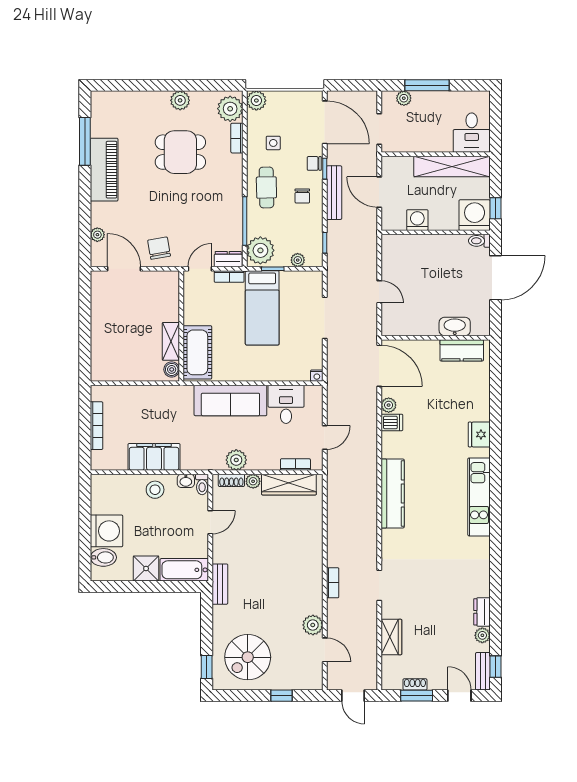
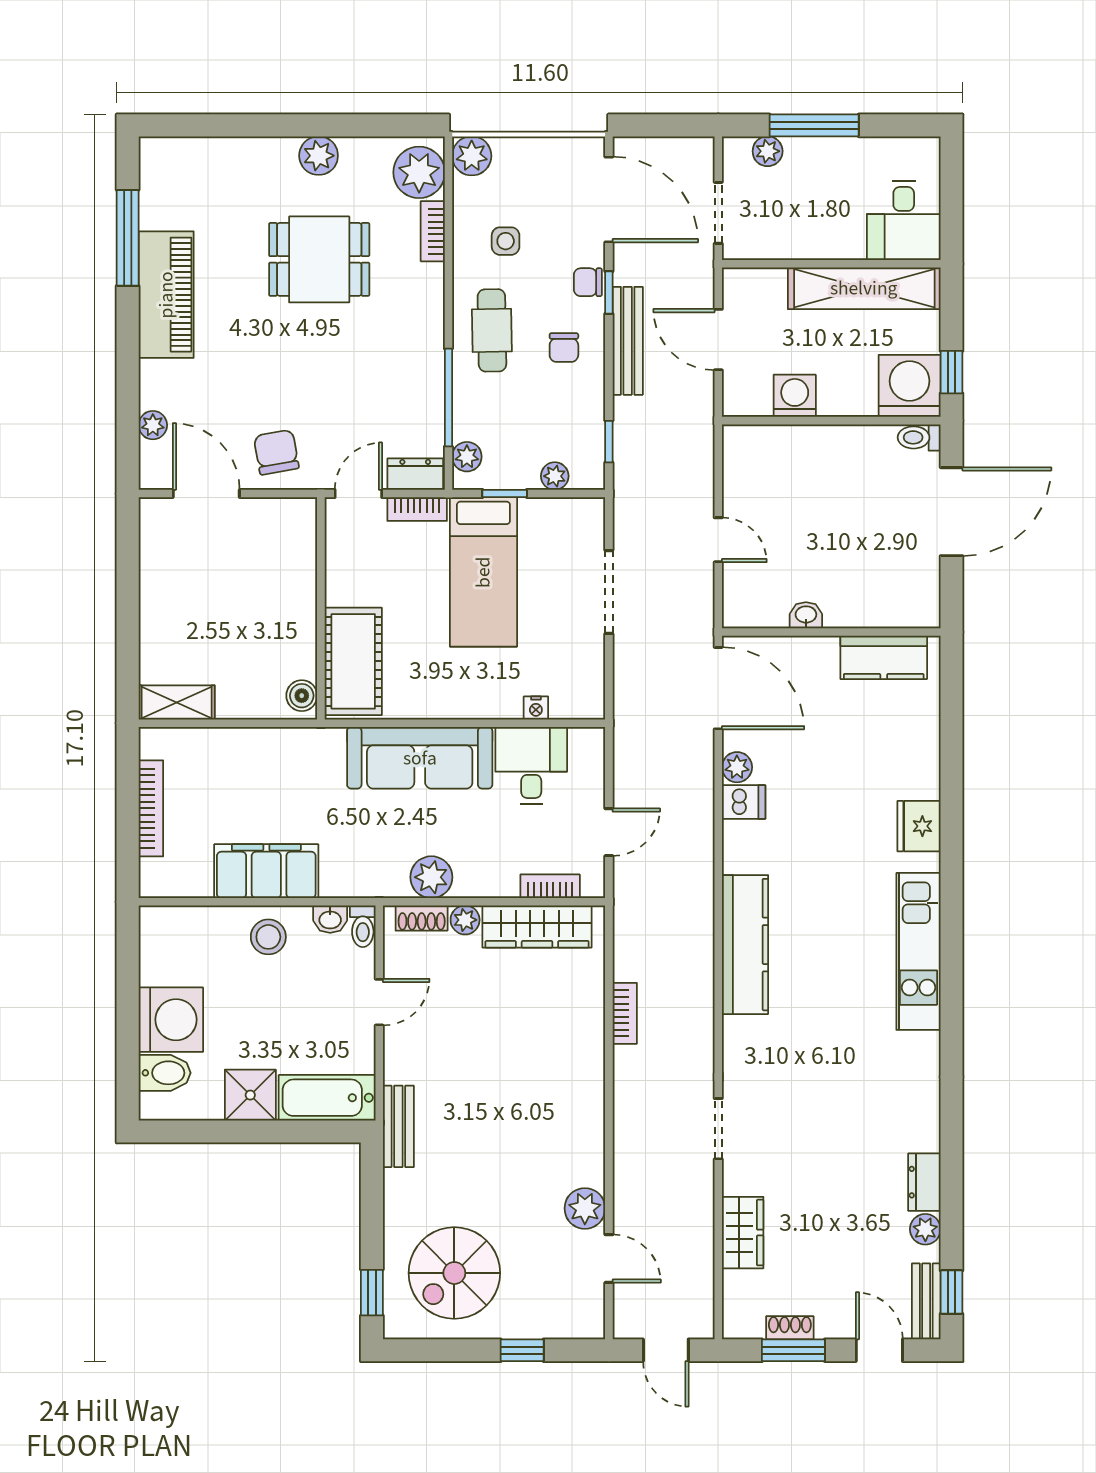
plant: (260, 250) -> (467, 457), width x0.53, depth x0.53
washbasin: (455, 326) -> (806, 615), moved, width x0.52, depth x0.69
shelving: (171, 341) -> (177, 702), moved, turned 90
nightstand: (317, 376) -> (536, 708), moved
bookcase: (333, 583) -> (625, 1013), moved

